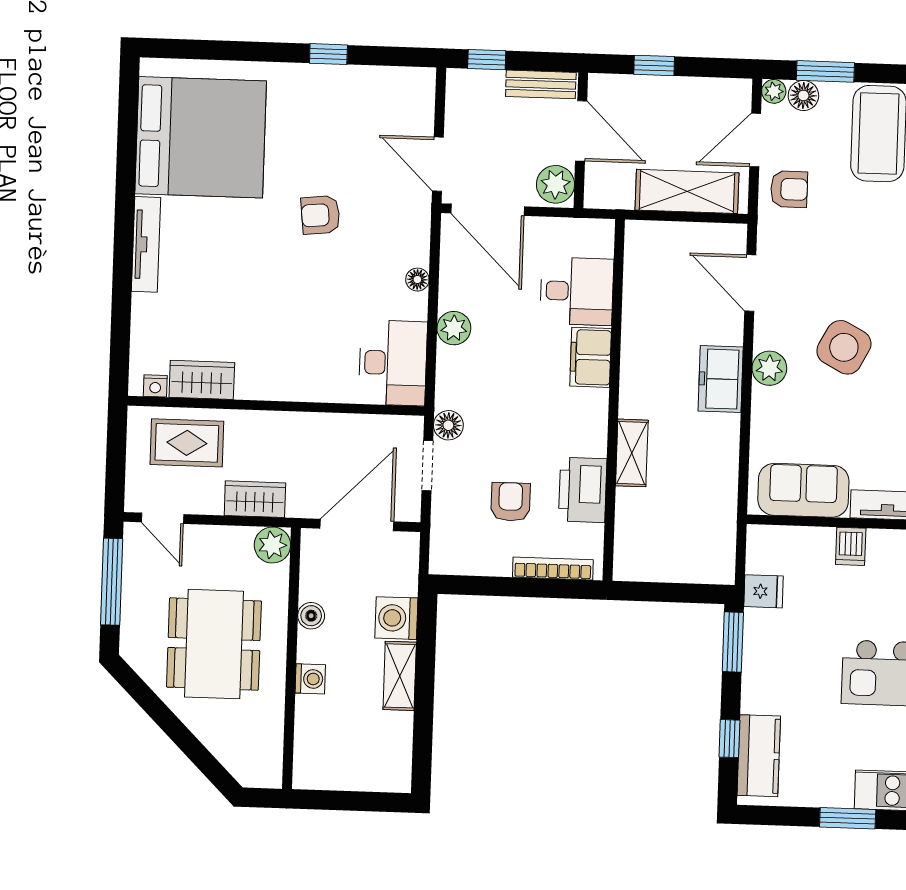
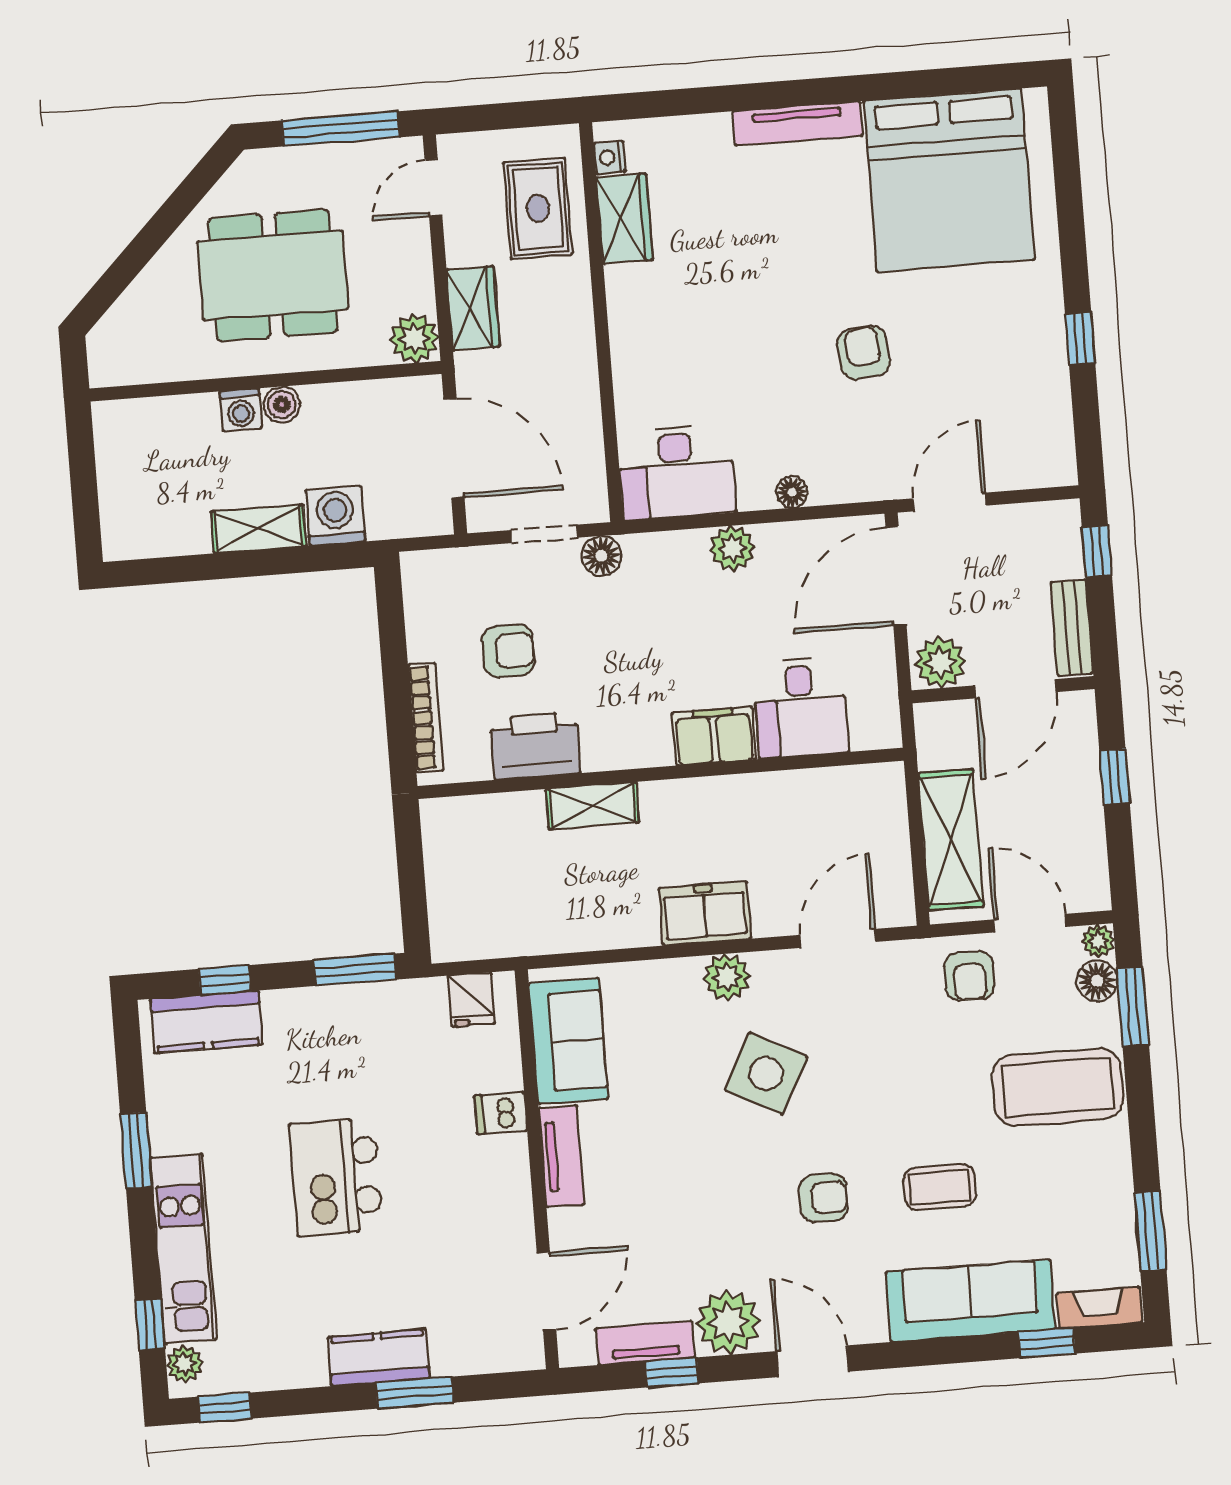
fridge: (763, 591) -> (471, 1000), moved
boiler: (311, 616) -> (282, 405), moved

